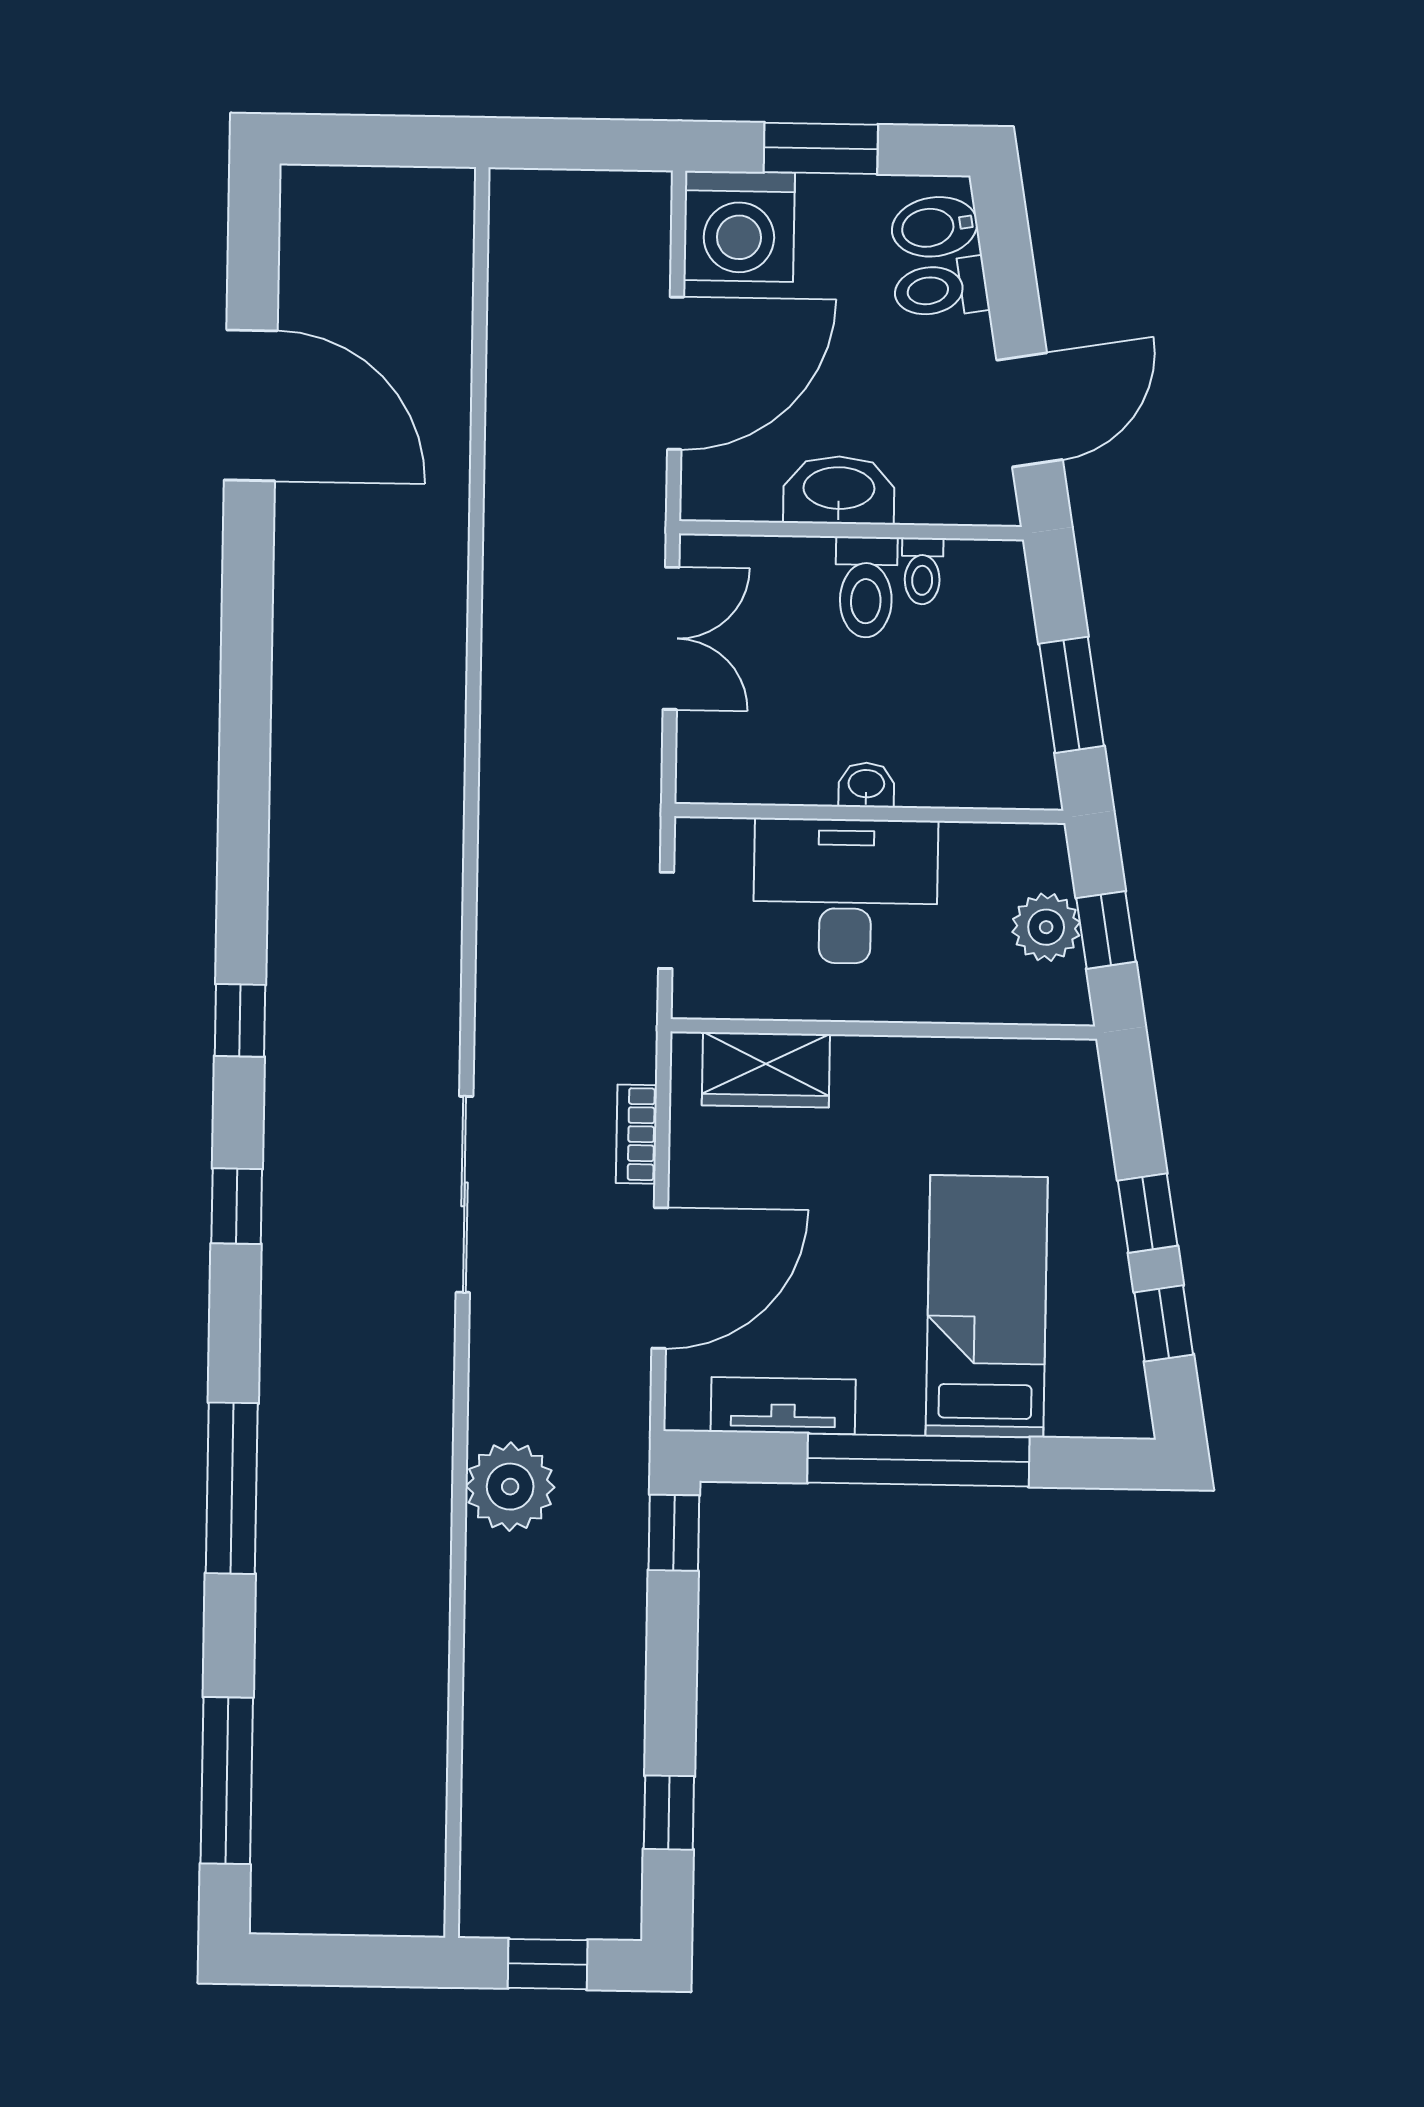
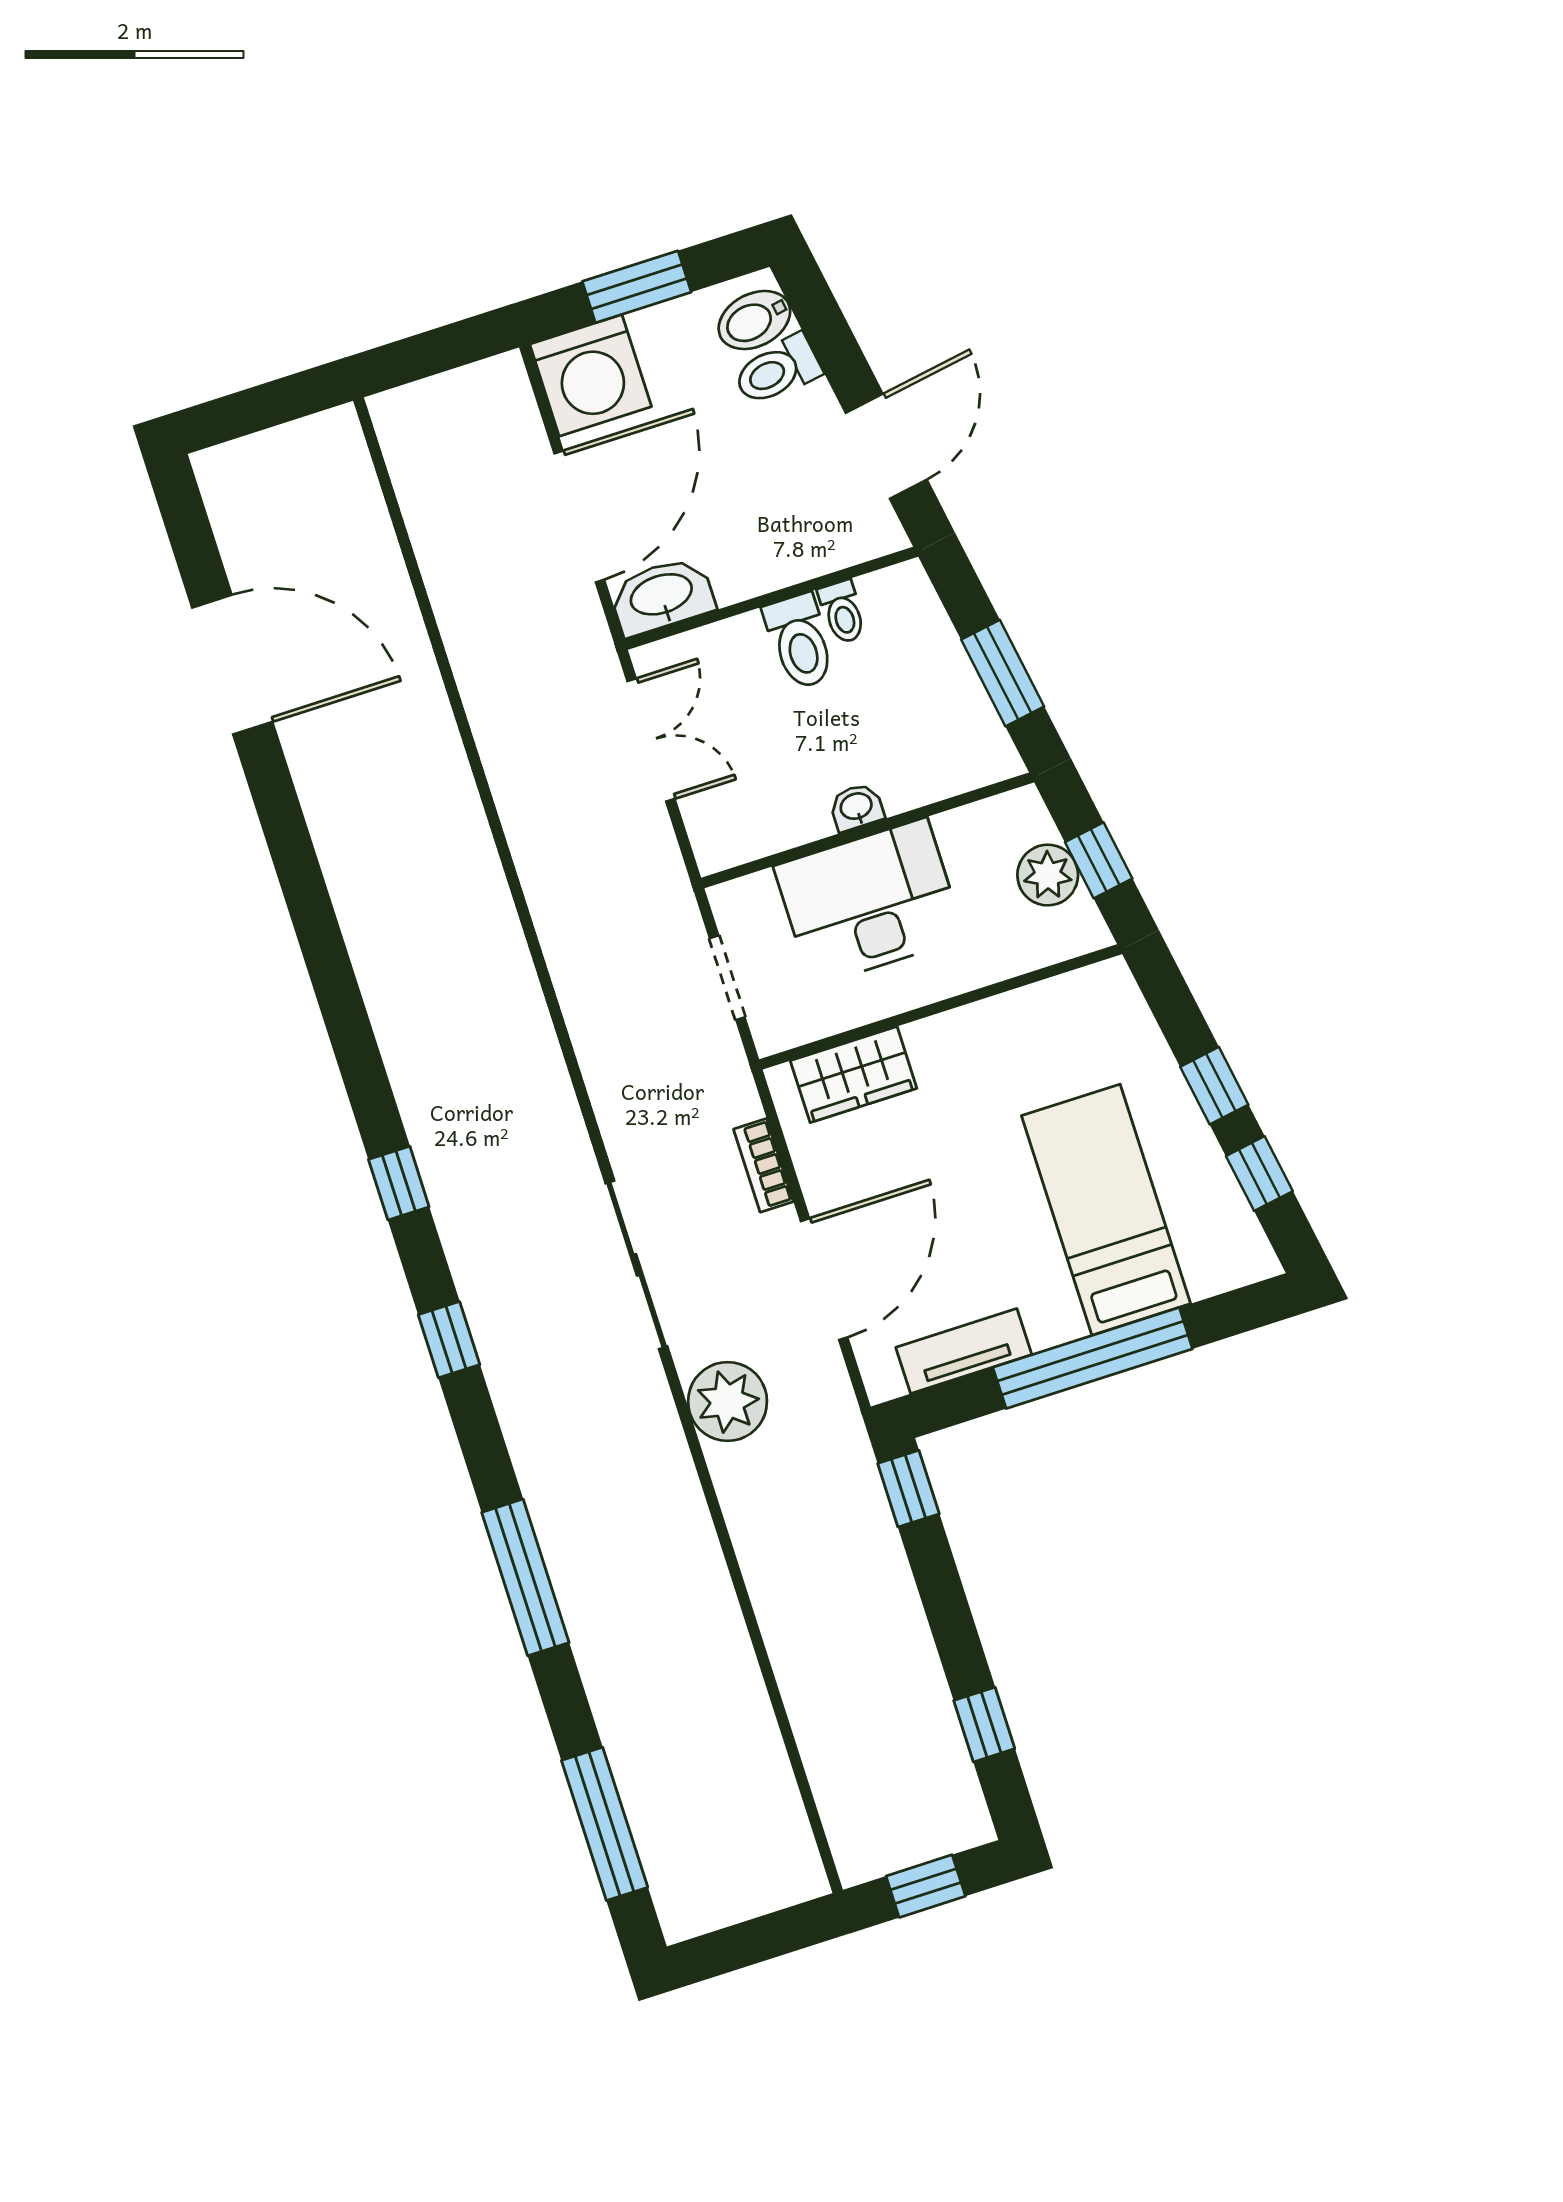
washbasin: (839, 490) -> (662, 596), moved
plant: (510, 1487) -> (728, 1402), moved

